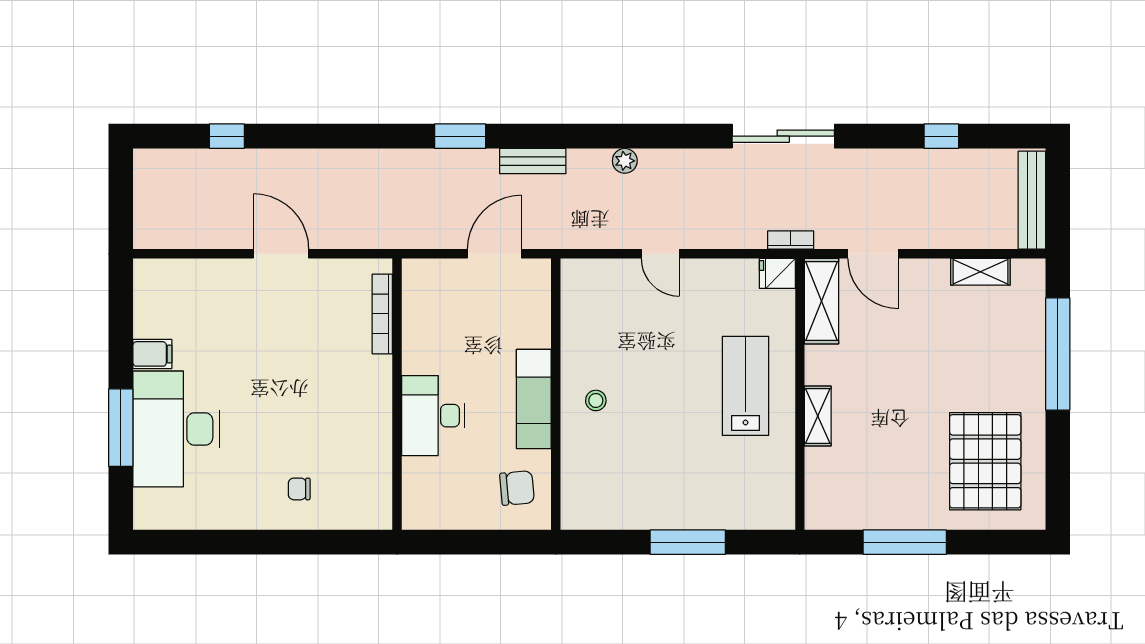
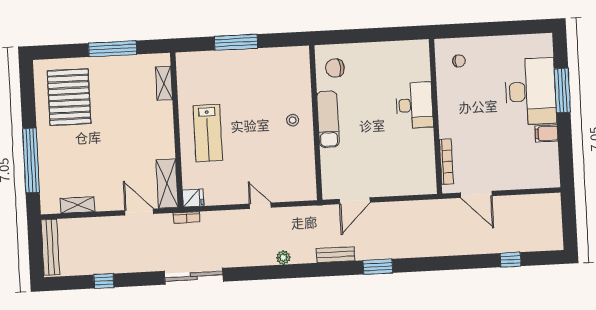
bookcase: (382, 314) -> (446, 162), moved
wall: (397, 394) -> (436, 116), moved
desk: (433, 416) -> (414, 105), moved
shelving: (818, 416) -> (164, 83), moved

